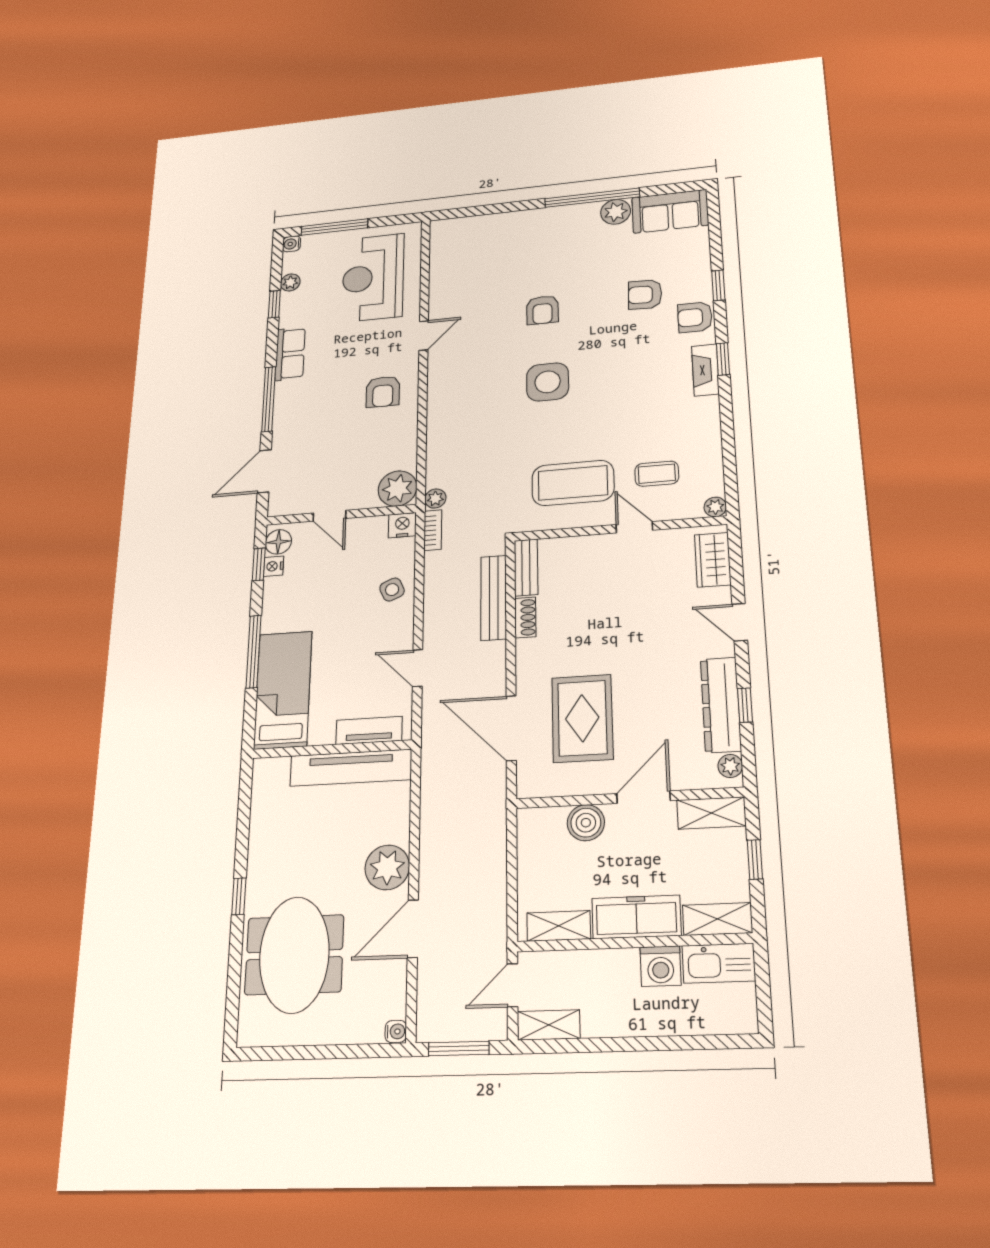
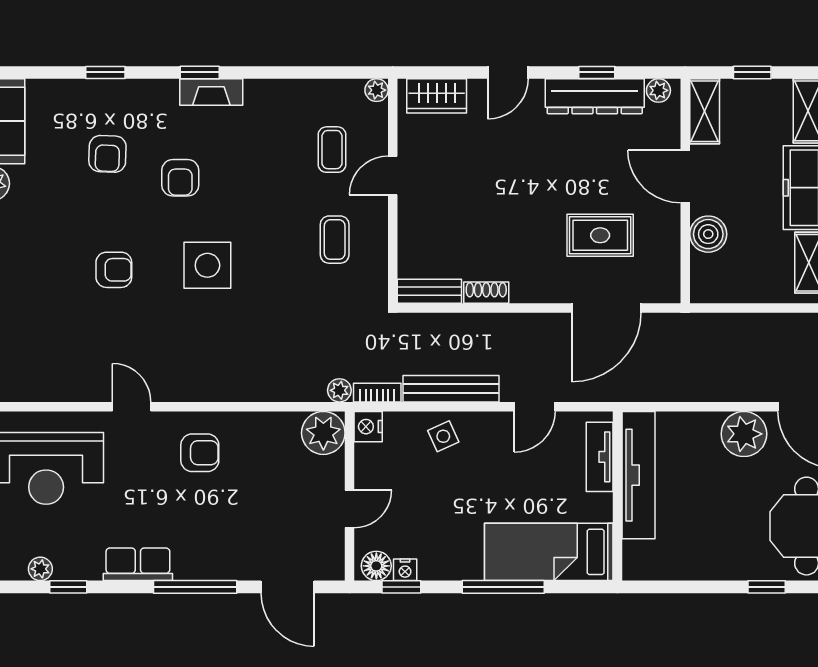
armchair: (695, 317) -> (180, 178), moved
coffee table: (573, 483) -> (335, 240), width x0.54, depth x0.58
bench: (494, 598) -> (451, 389), moved
rug: (582, 718) -> (600, 235), width x0.73, depth x0.70

